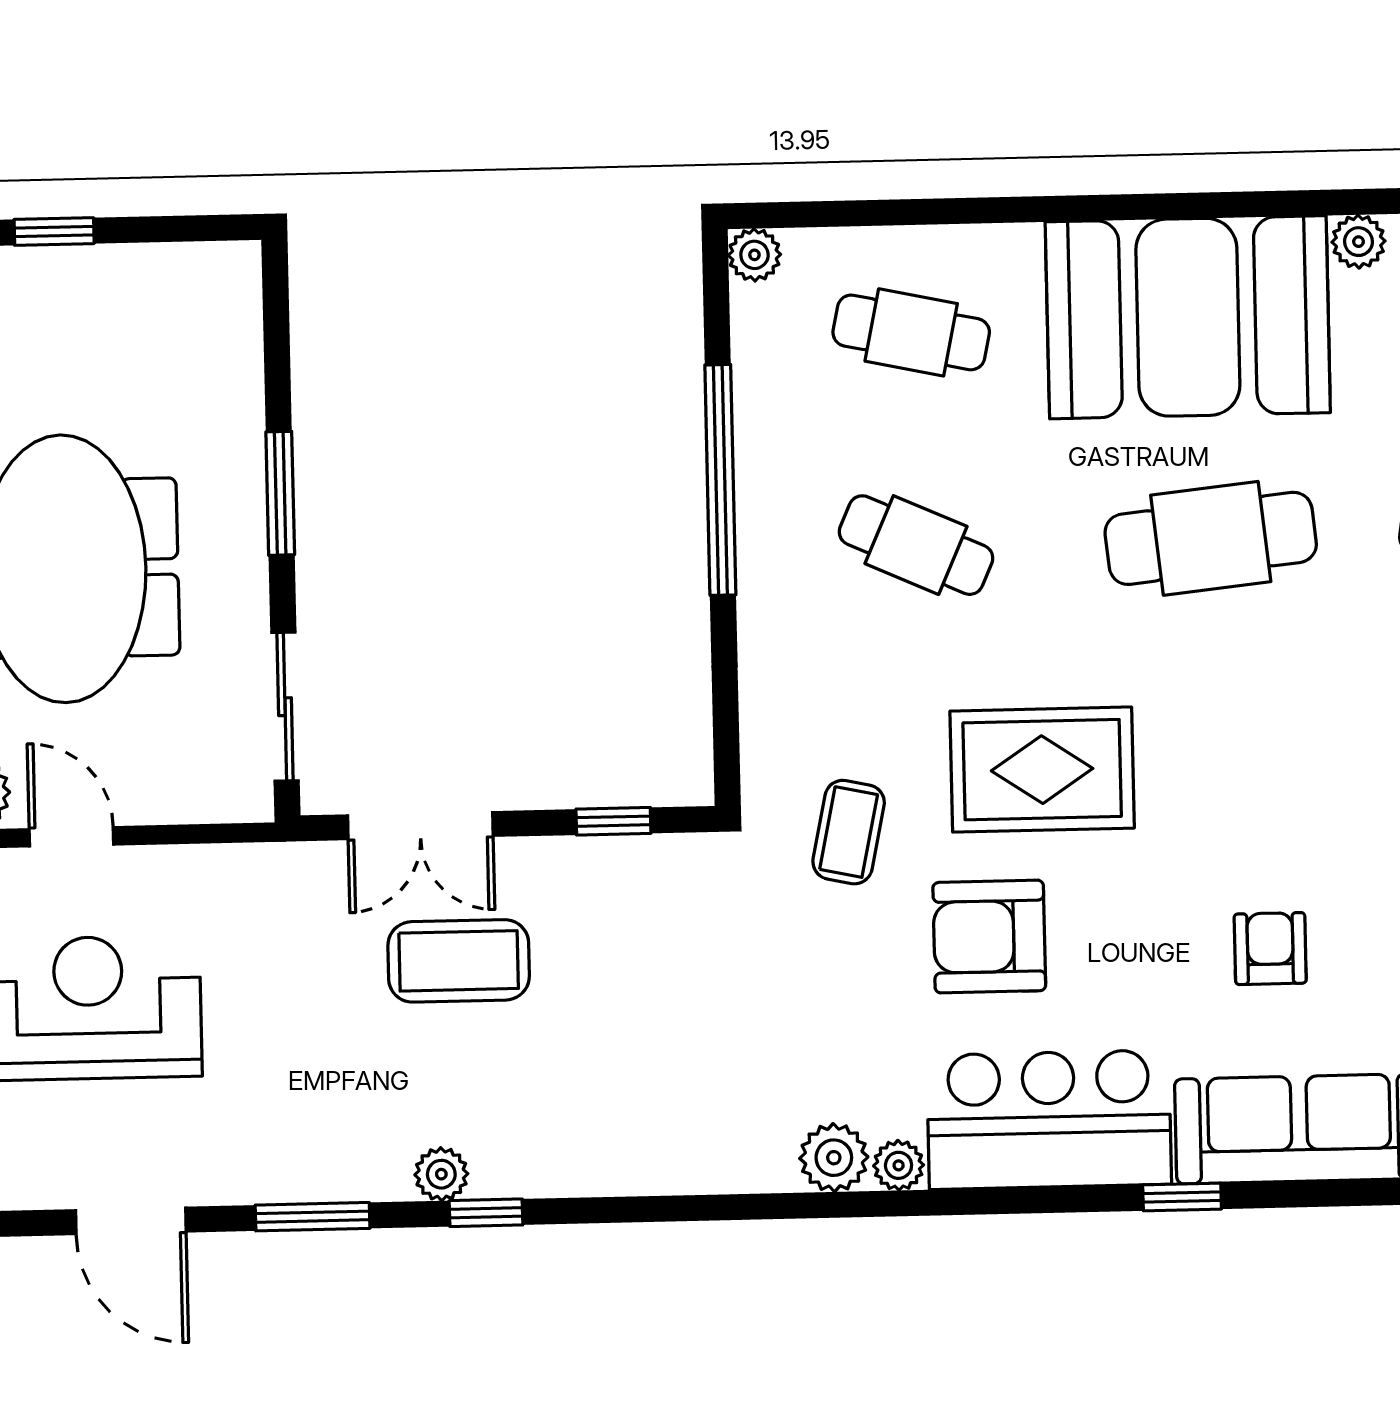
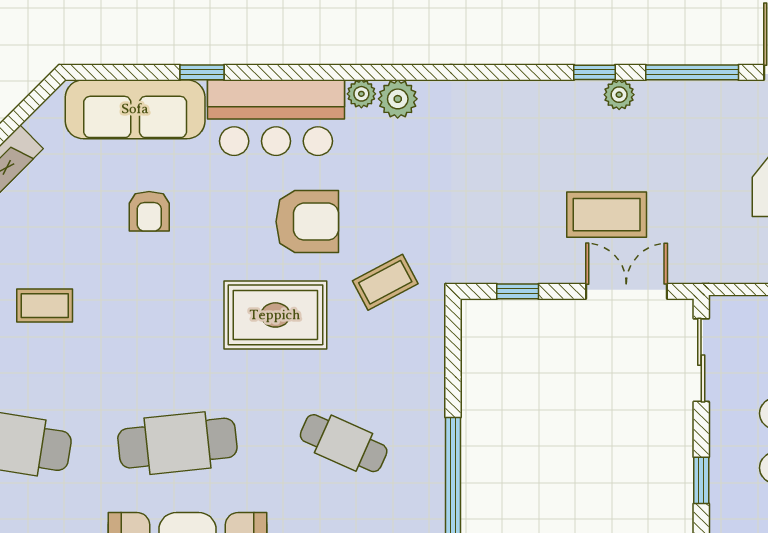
window: (280, 493) -> (701, 480), width x0.67
coffee table: (849, 832) -> (385, 282), turned 50
window: (313, 1217) -> (692, 72), width x1.44

